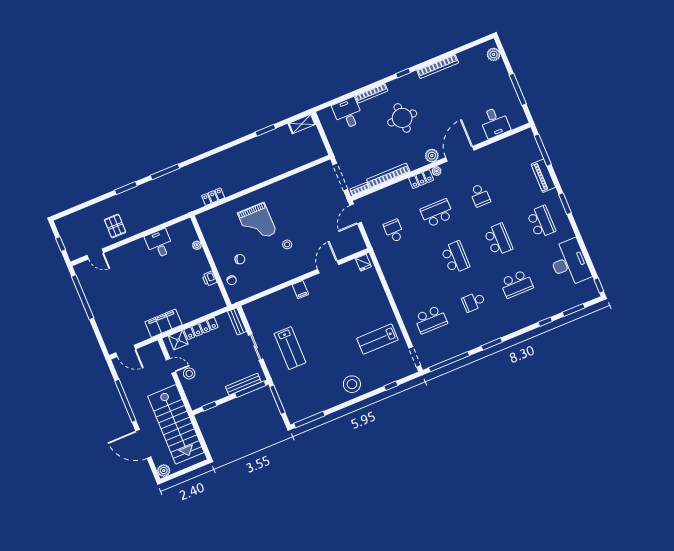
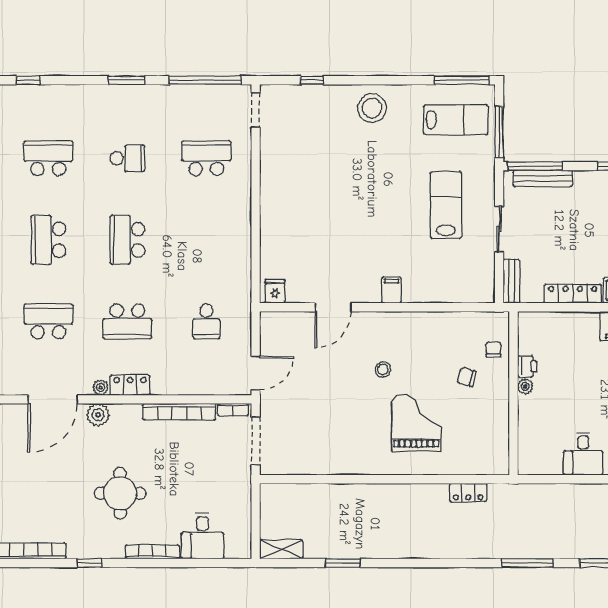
school desk: (480, 195) -> (48, 321), width x1.85
plant: (197, 245) -> (525, 386), moved
lab bench: (377, 339) -> (456, 120), moved

